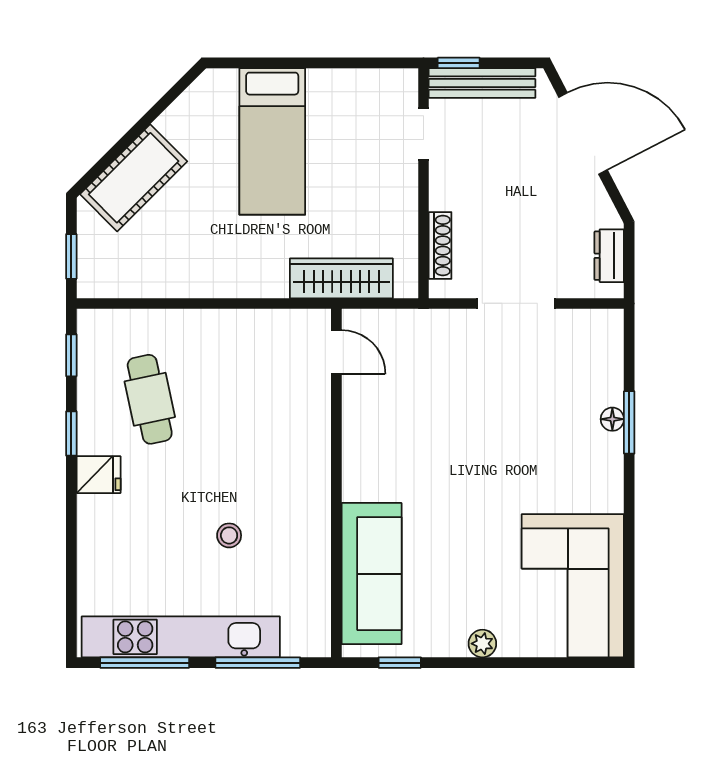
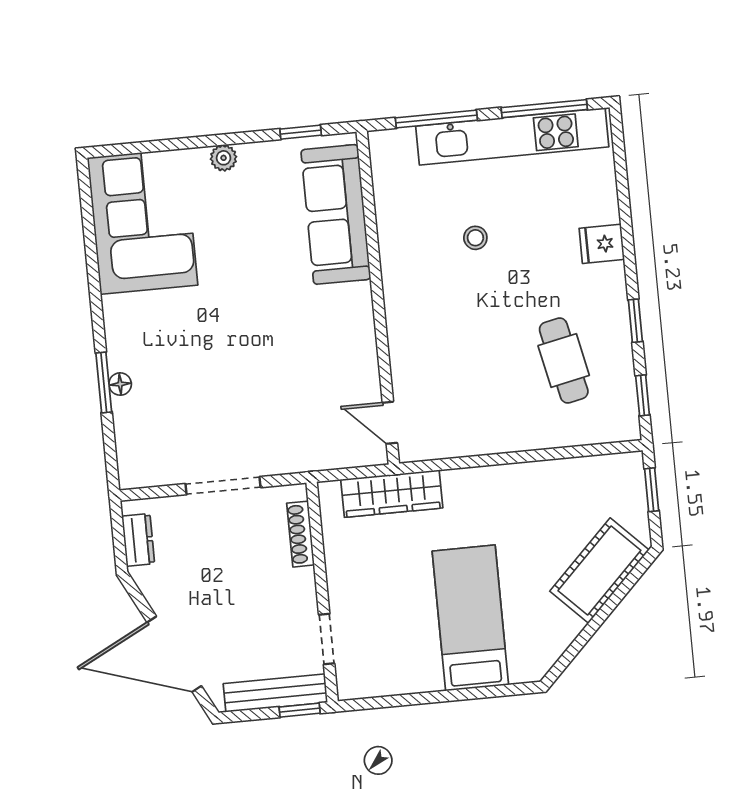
fridge: (99, 475) -> (602, 244), moved

